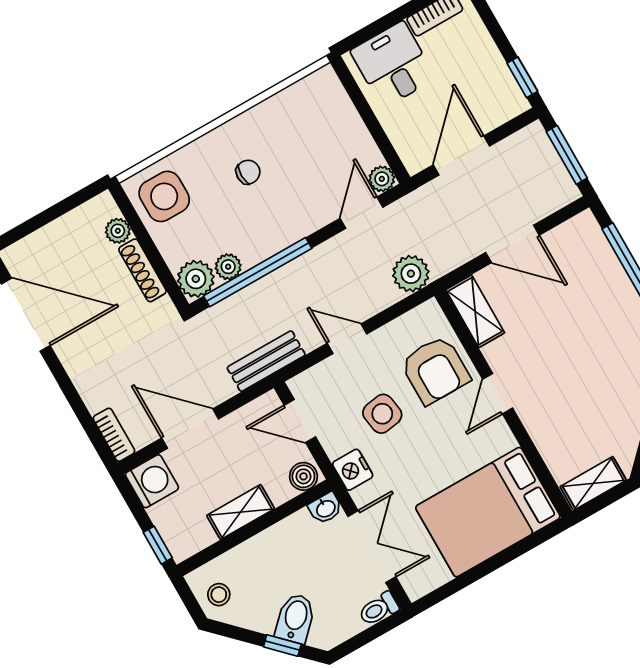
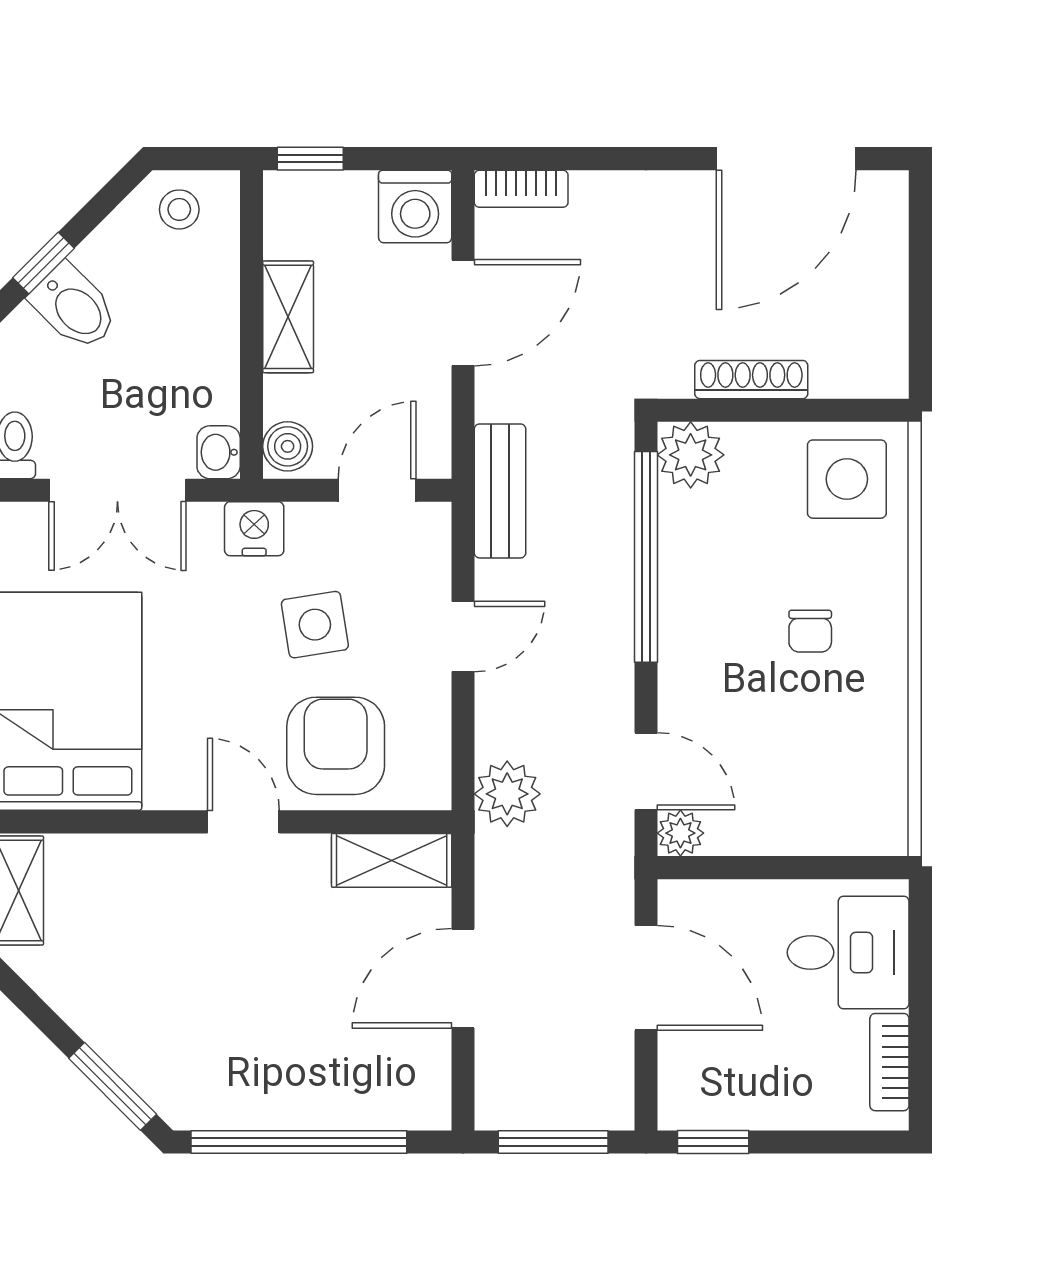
plant: (118, 231) -> (835, 376), removed
plant: (228, 267) -> (681, 516), removed
armchair: (435, 370) -> (336, 746), turned 90

